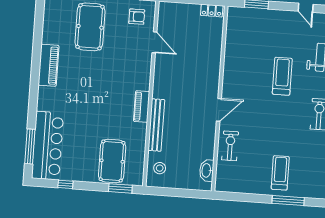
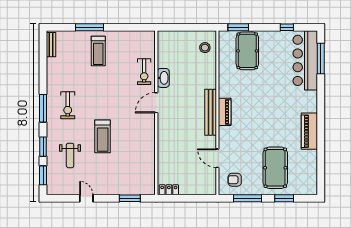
piano: (142, 107) -> (225, 112), moved
bench: (156, 125) -> (211, 112), moved
washbasin: (207, 170) -> (163, 78), moved

